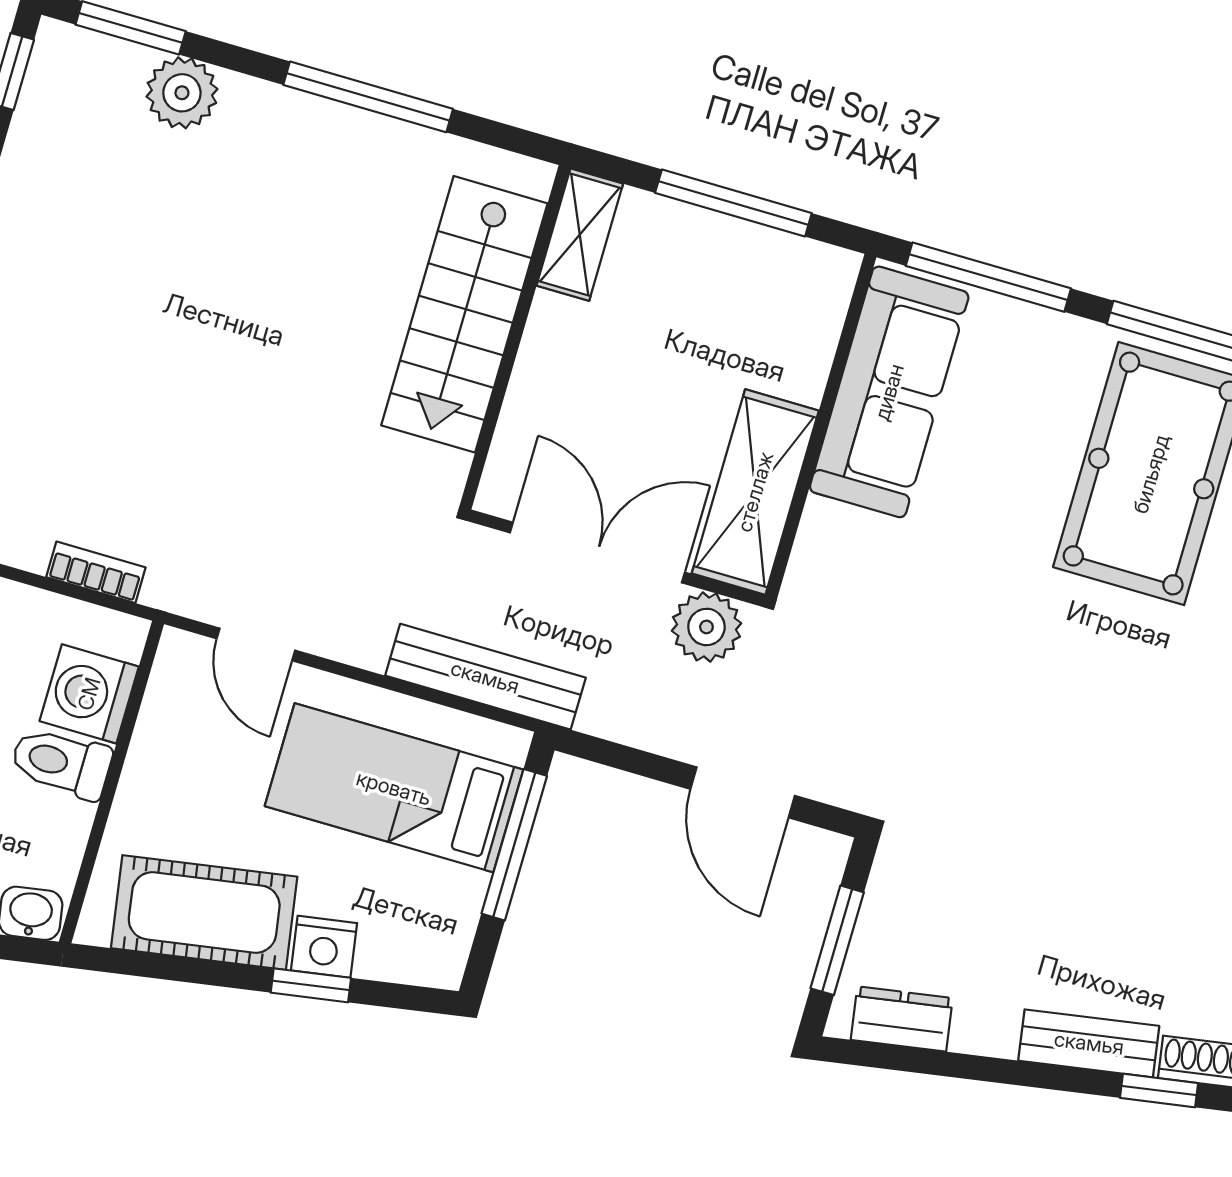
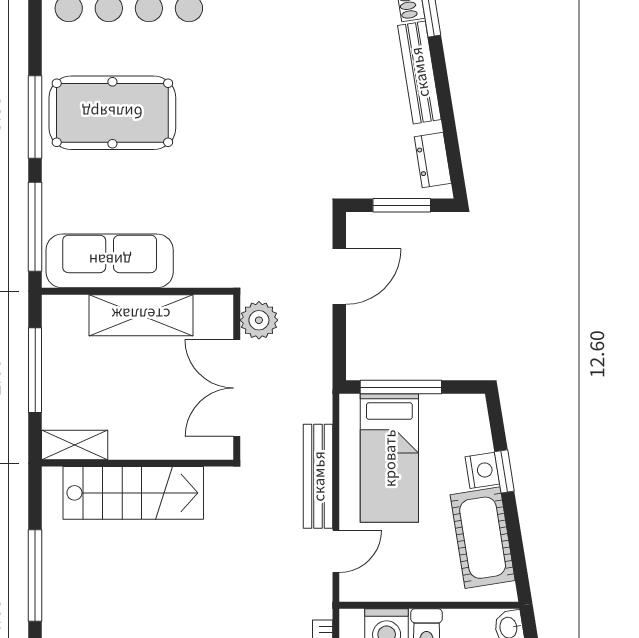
shelving: (755, 492) -> (141, 315), moved
bench: (485, 677) -> (318, 476), moved
bench: (1089, 1043) -> (419, 72), width x1.36

